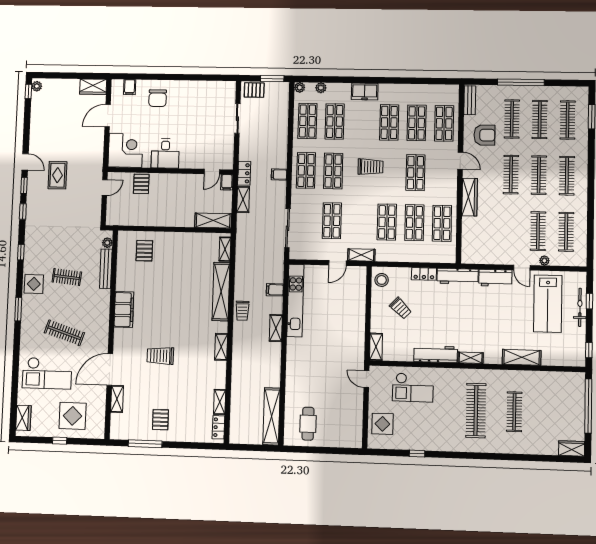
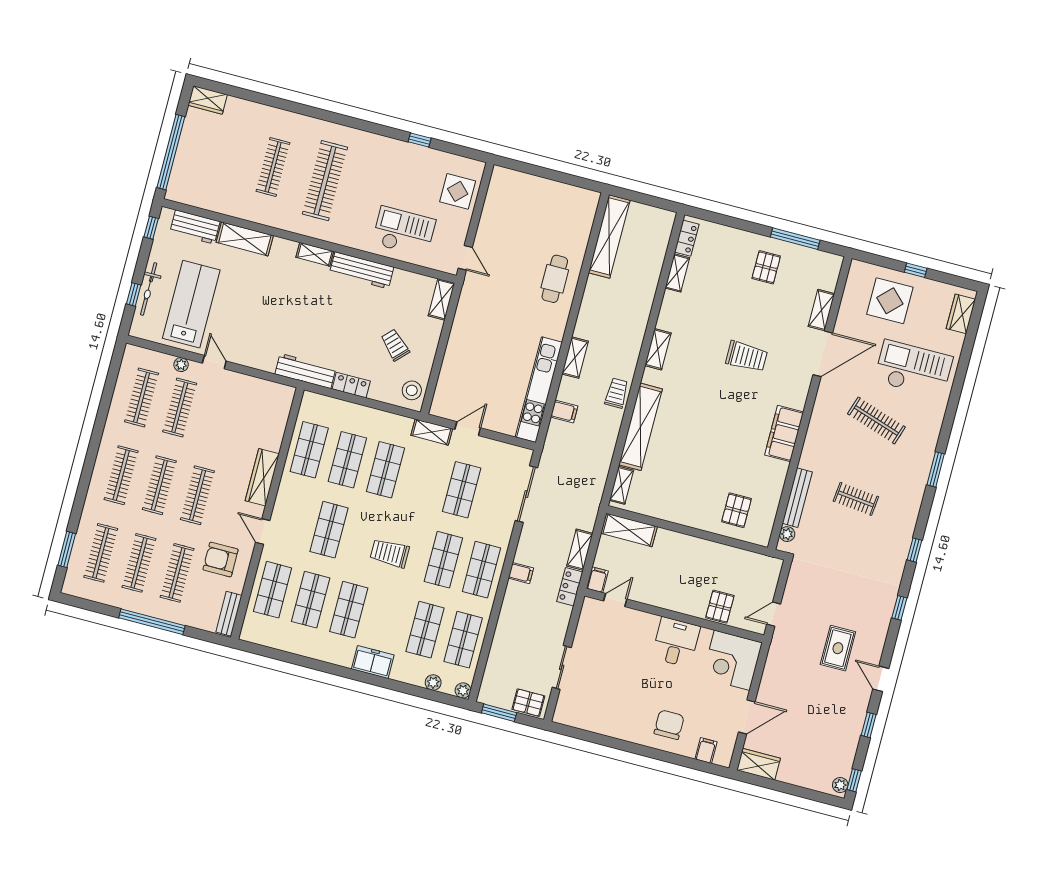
window: (24, 185) -> (869, 725), moved
workbench: (495, 278) -> (195, 227), moved, turned 180
display table: (34, 284) -> (905, 500), removed
cafe table: (308, 424) -> (555, 279), moved

